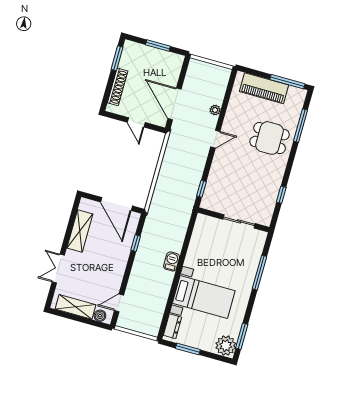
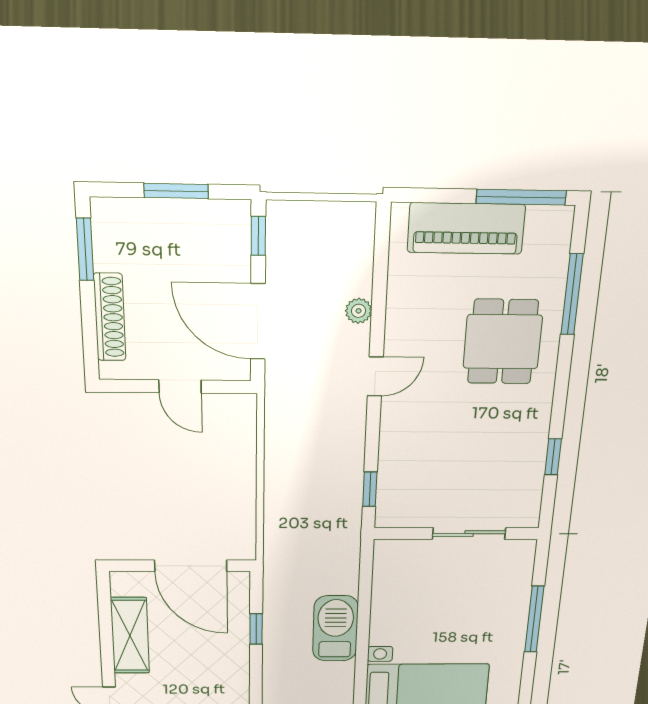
window: (184, 70) -> (258, 236), added
dining table: (270, 138) -> (503, 342), turned 90
barbecue: (172, 261) -> (335, 629), width x1.88, depth x1.53

